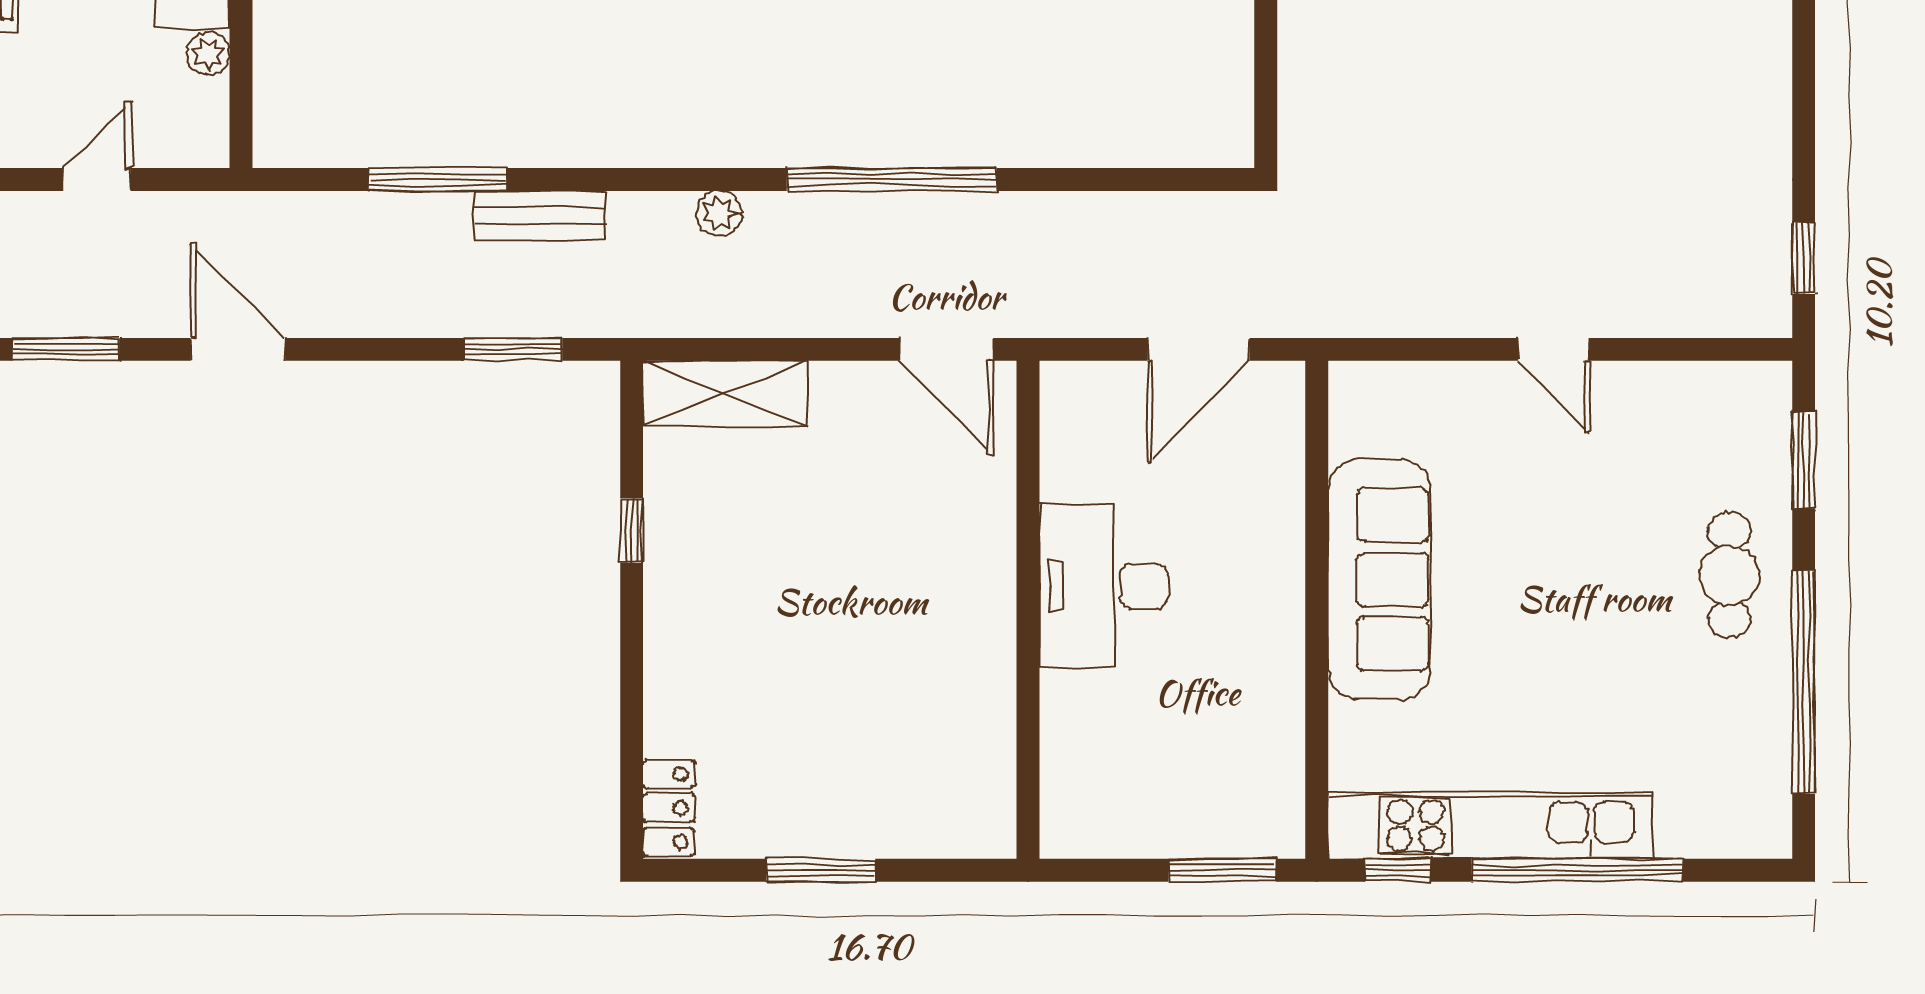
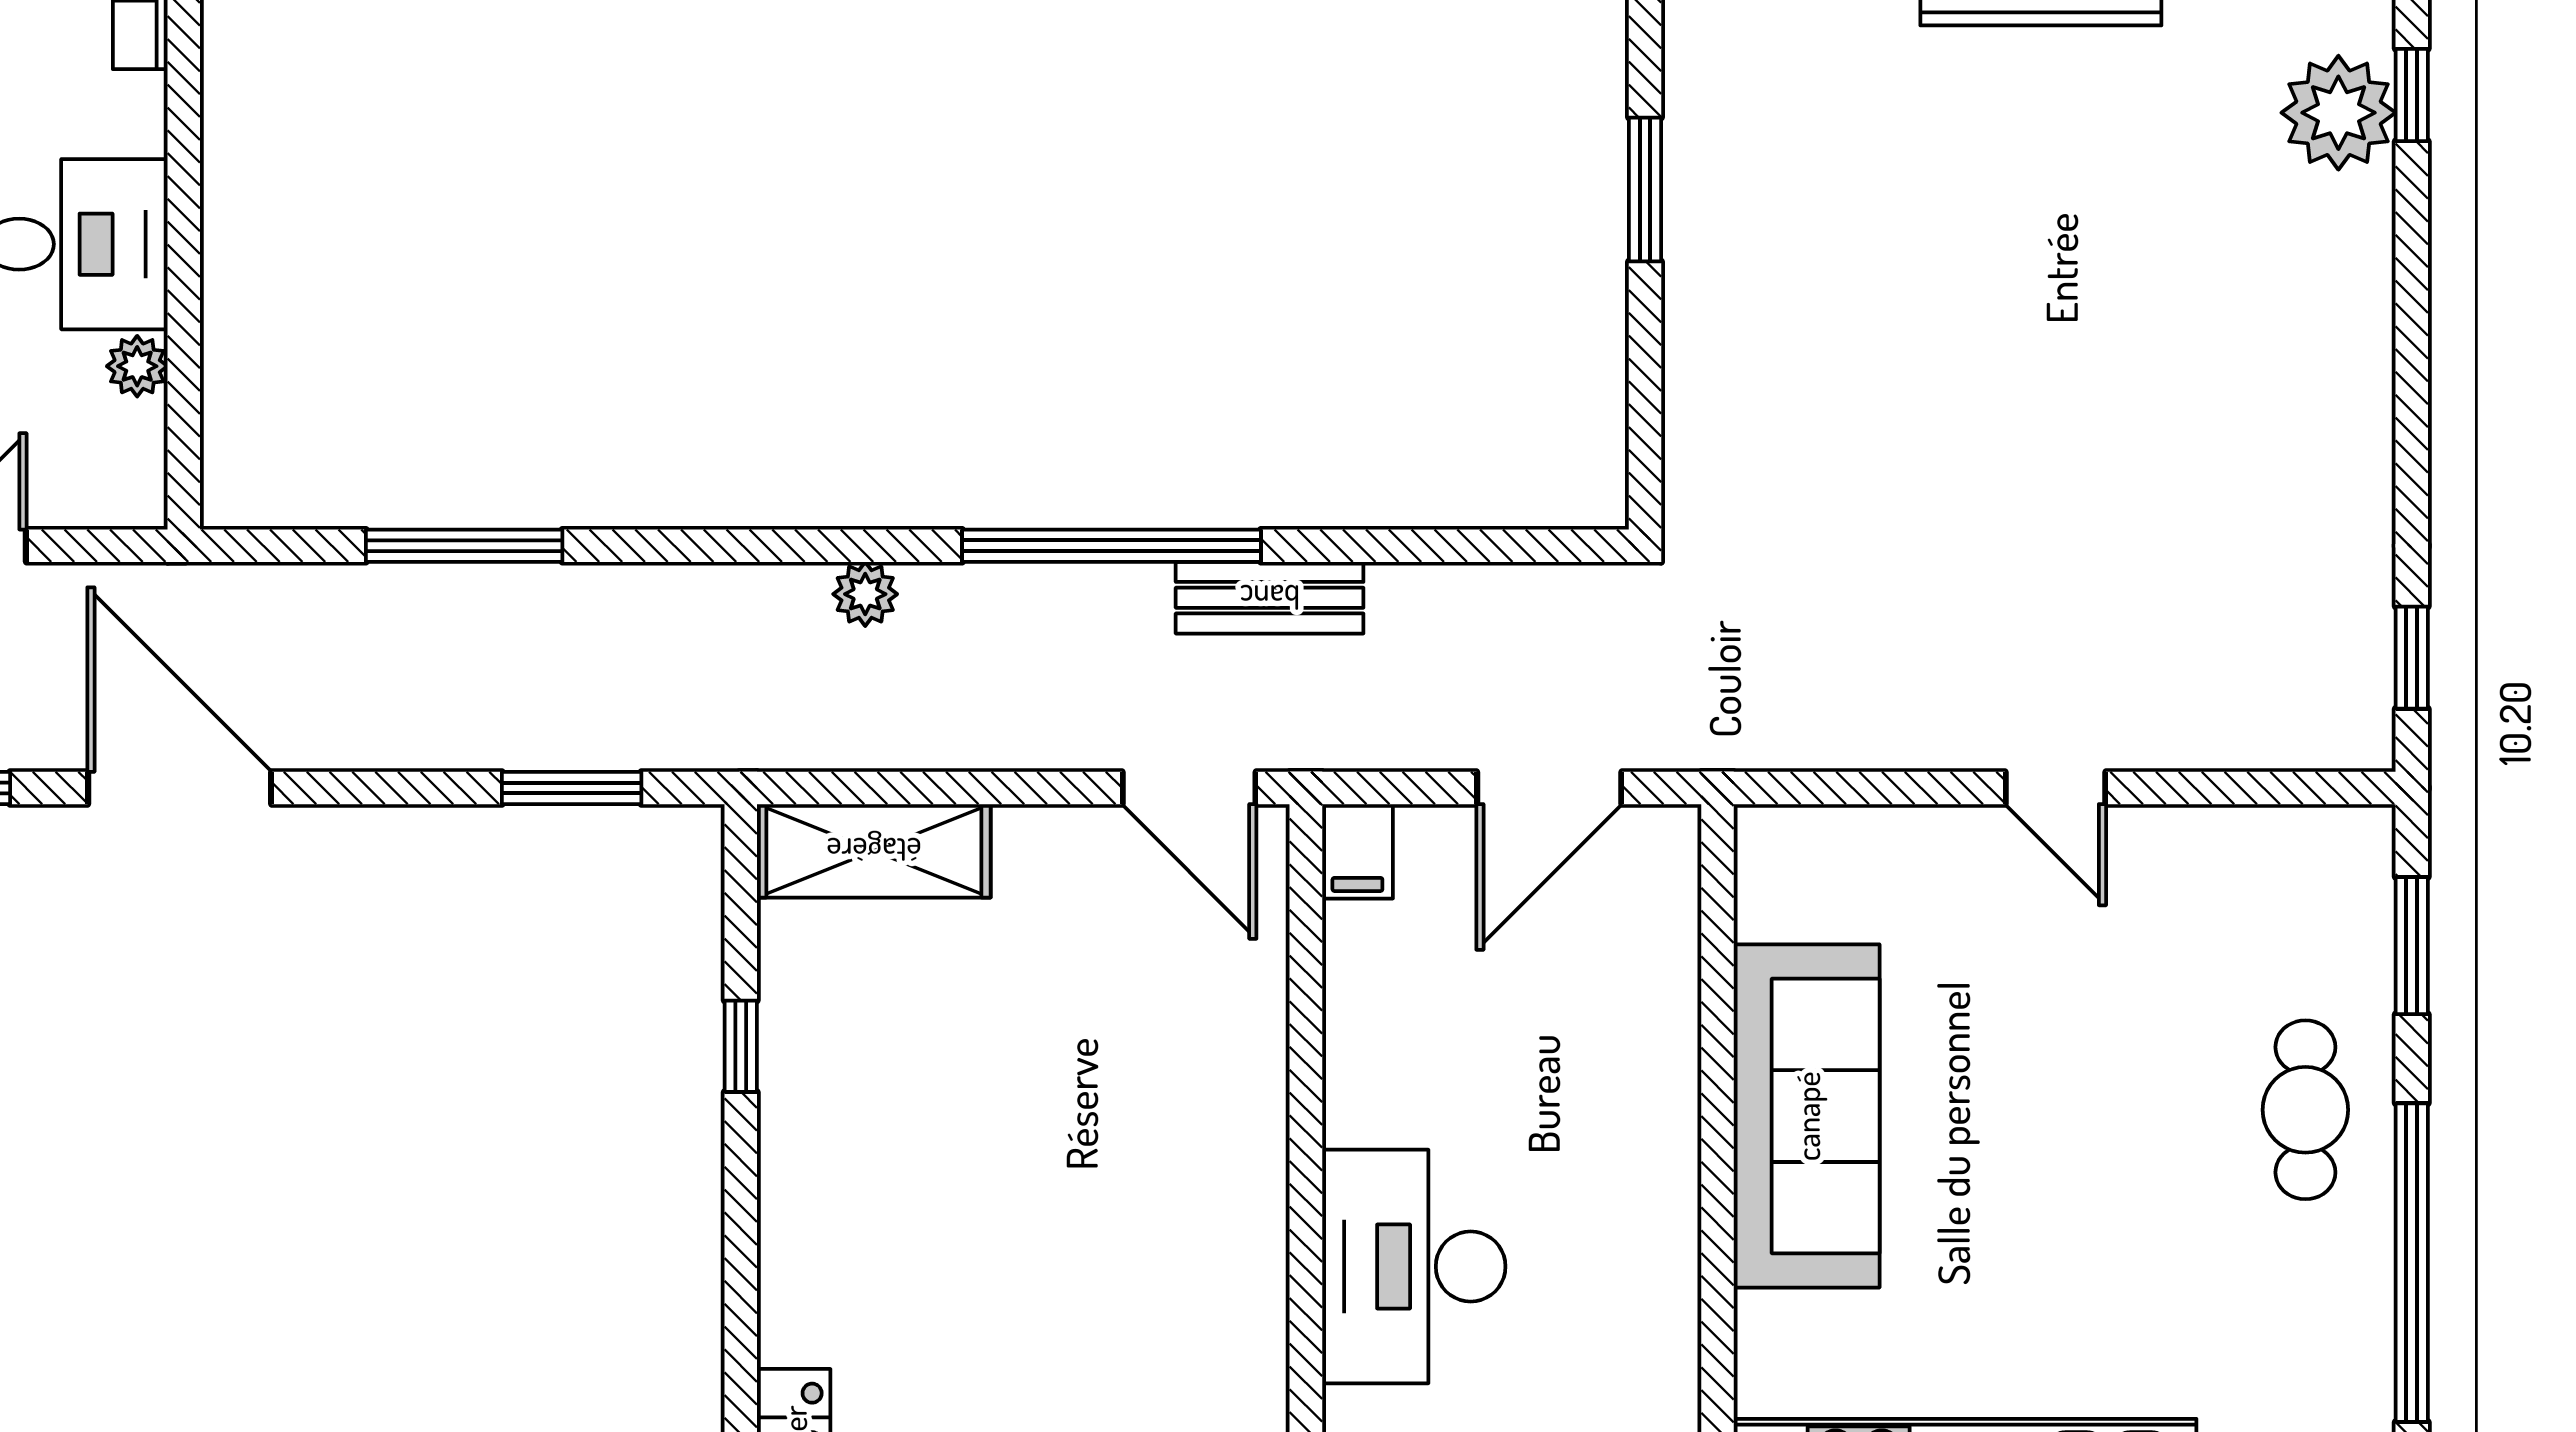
bench: (540, 216) -> (1270, 598), moved
door: (238, 349) -> (180, 788), width x1.36
filing cabinet: (1064, 394) -> (1357, 851), added
desk: (1104, 586) -> (1414, 1266), moved

